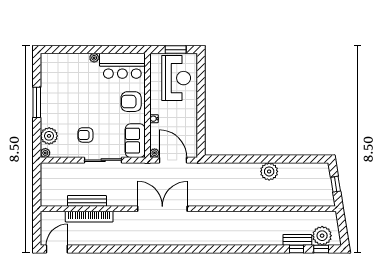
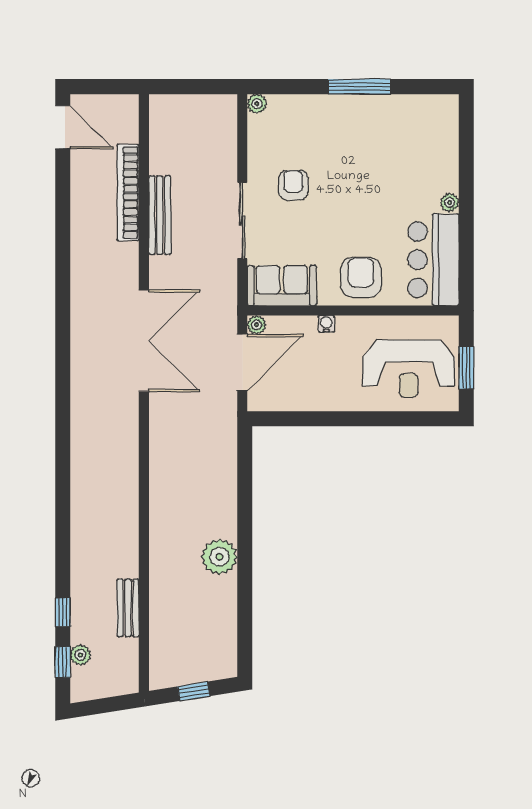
plant: (49, 136) -> (291, 111), removed
bench: (87, 201) -> (160, 215), moved
plant: (322, 236) -> (80, 655), width x0.53, depth x0.53
bench: (297, 240) -> (128, 608), moved

